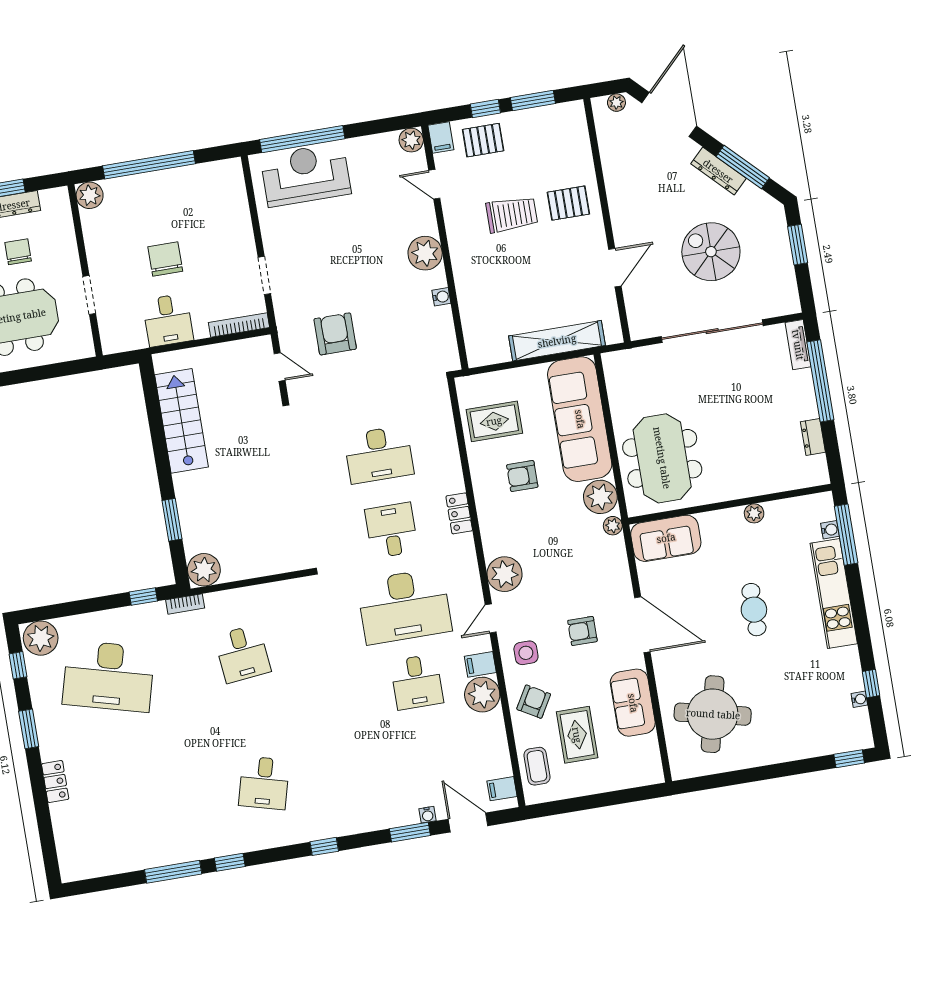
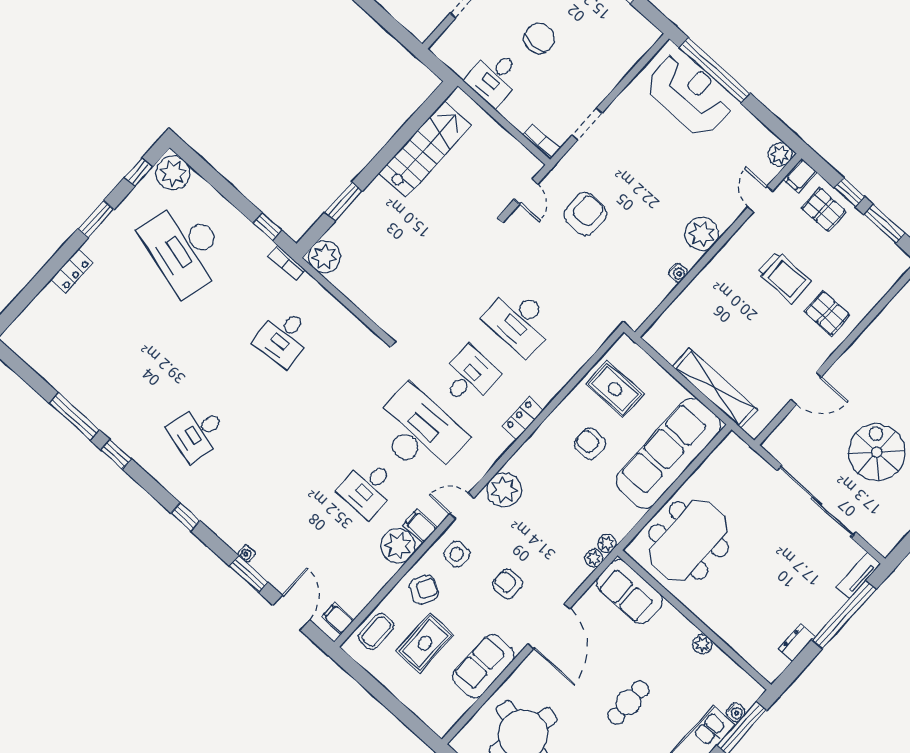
bookcase: (239, 325) -> (541, 142), width x0.64
plant: (600, 497) -> (594, 558), moved, width x0.53, depth x0.53
desk: (404, 606) -> (418, 432), turned 180
water cooler: (428, 815) -> (247, 554), moved

